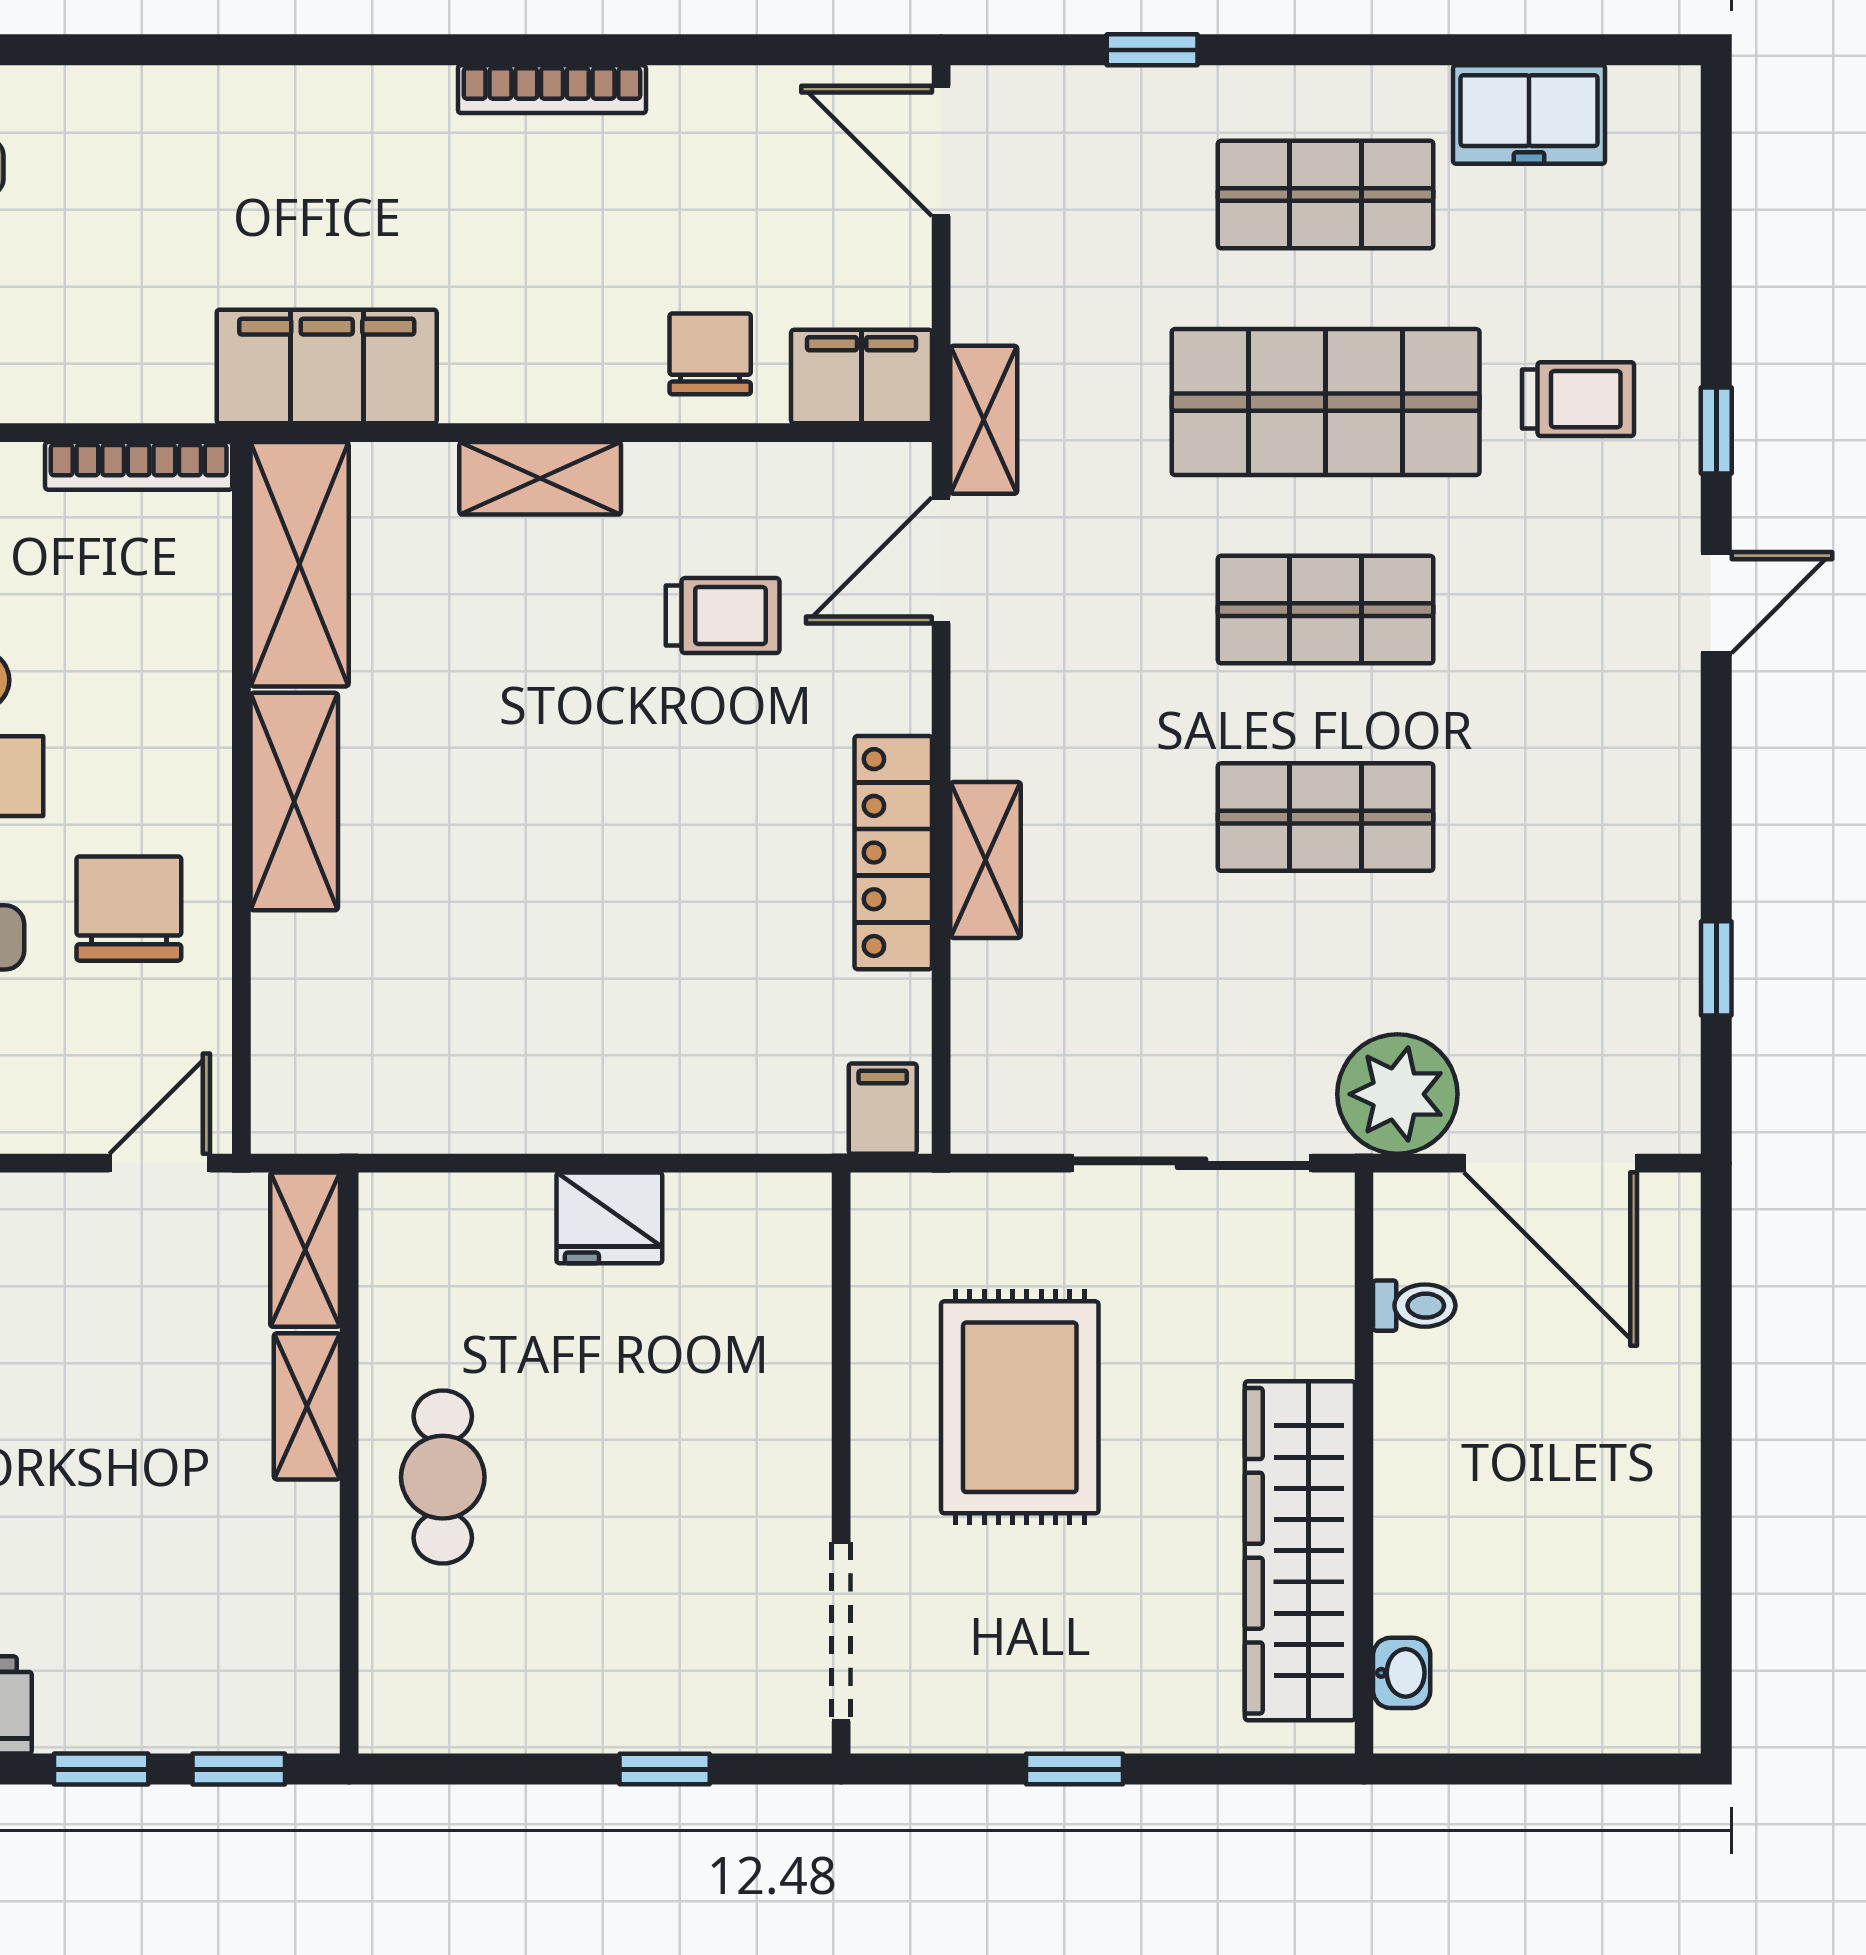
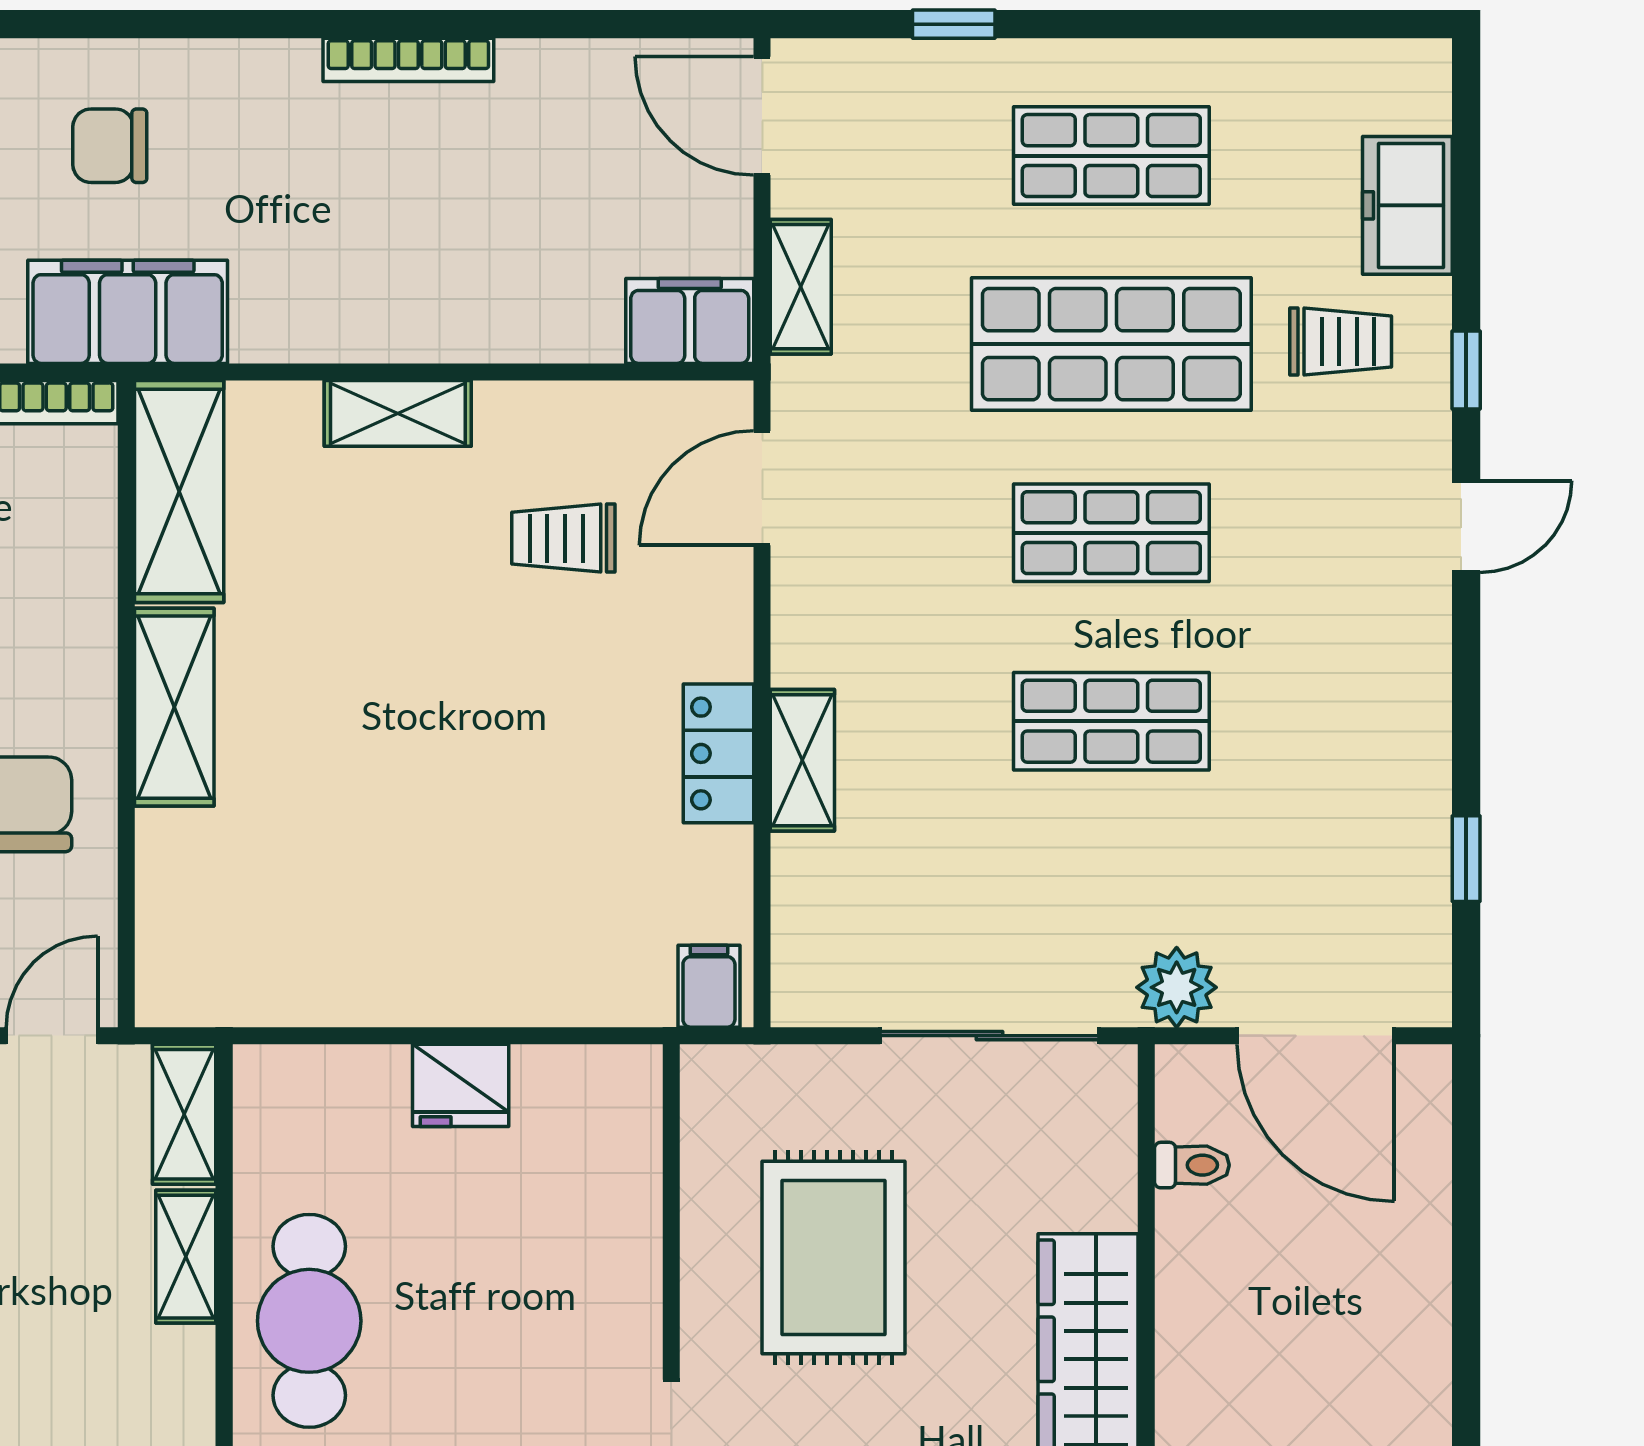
freezer: (1529, 115) -> (1407, 205), moved, turned 90
chair: (710, 354) -> (110, 146), moved, turned -90
filing cabinet: (327, 367) -> (128, 312), moved
shelving: (984, 420) -> (801, 287), moved
trolley: (723, 616) -> (563, 538), turned 180
locker: (893, 853) -> (719, 753), width x0.66
plant: (1397, 1094) -> (1177, 987), width x0.73, depth x0.73
cafe table: (443, 1477) -> (309, 1321), width x1.37, depth x1.35

